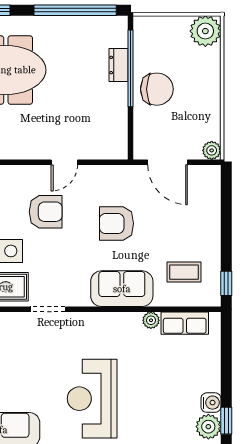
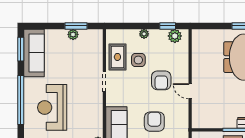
reception desk: (92, 399) -> (52, 107), turned -90

